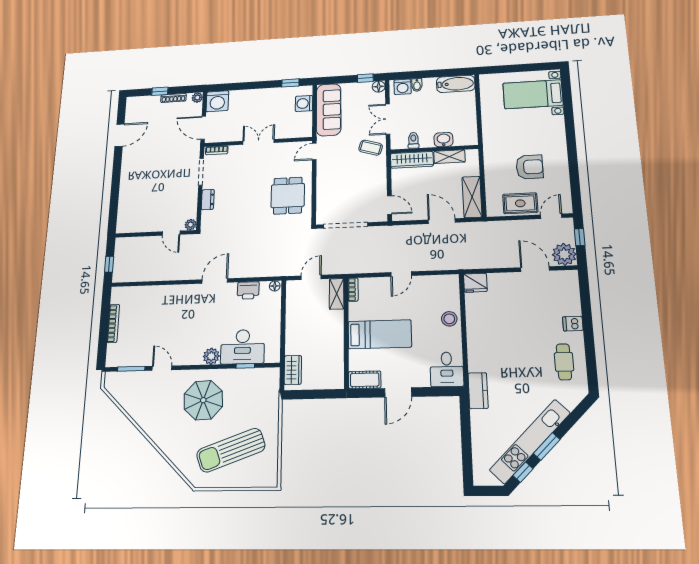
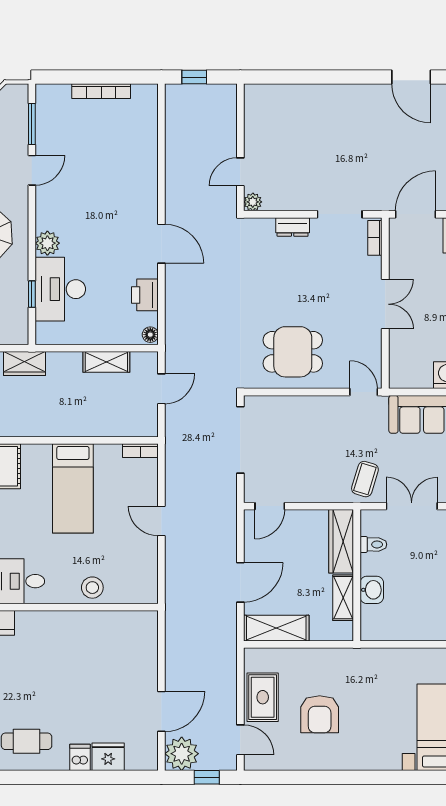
door: (311, 277) -> (161, 389), hinge flipped
fridge: (475, 283) -> (108, 757), moved, turned 90
shelving: (337, 294) -> (106, 362), moved

